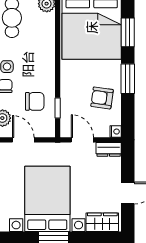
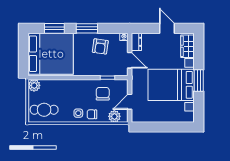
door: (82, 140) -> (130, 60), swing flipped

